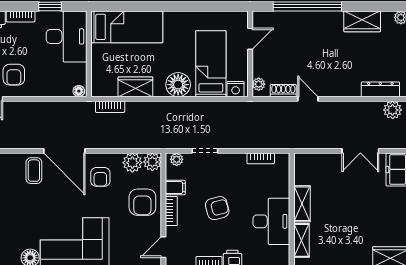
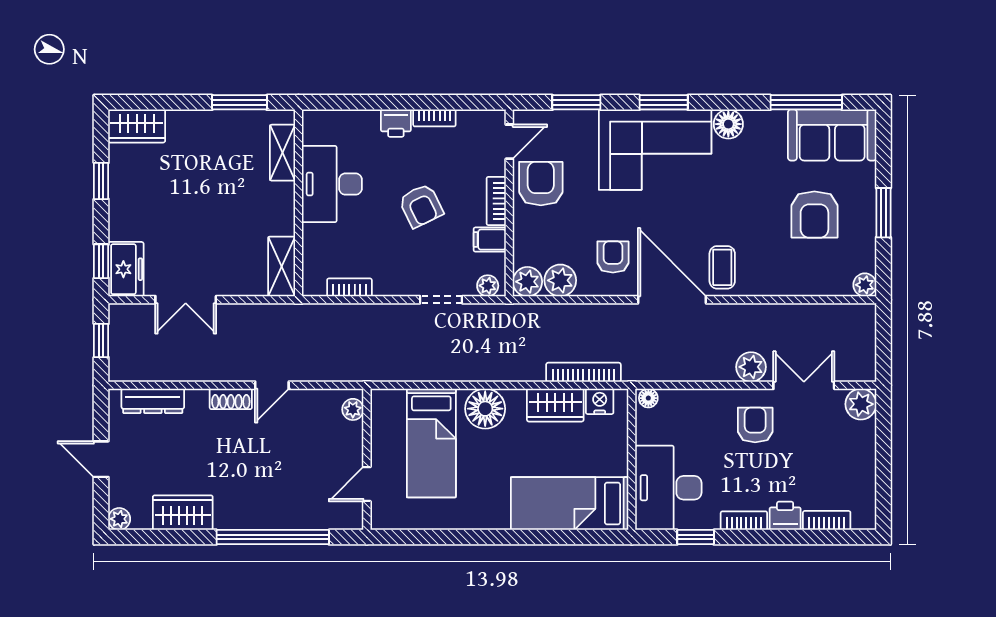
nightstand: (236, 89) -> (600, 401), moved
shoe rack: (283, 91) -> (231, 399), moved
door: (308, 99) -> (272, 385), hinge flipped
bookcase: (110, 107) -> (583, 372), width x1.56
plant: (393, 110) -> (751, 367), moved
double door: (360, 151) -> (186, 300), swing flipped
armchair: (142, 202) -> (541, 184), moved
shelving: (302, 204) -> (282, 266), moved
armchair: (217, 208) -> (421, 206), turned -101

